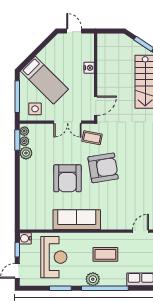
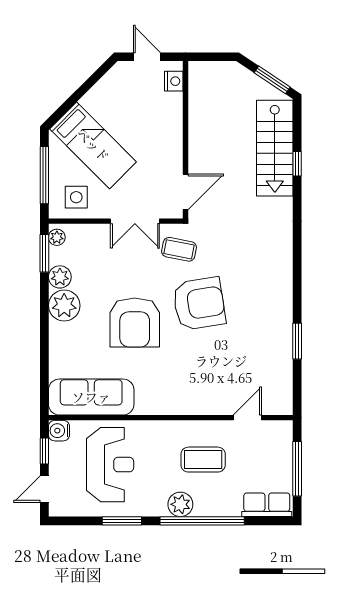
nightstand: (89, 68) -> (174, 81), moved
plant: (24, 141) -> (64, 306), moved, width x1.88, depth x1.88
sofa: (77, 220) -> (91, 397), moved
door: (140, 231) -> (247, 418), moved

